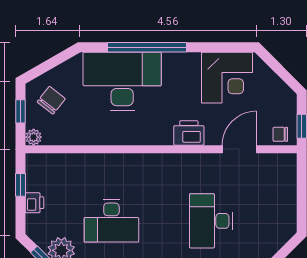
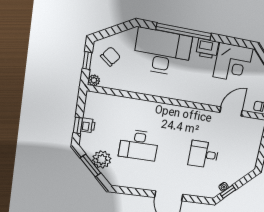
printer: (189, 133) -> (207, 49), moved, turned 180
window: (21, 185) -> (78, 125), moved
desk: (211, 221) -> (204, 154), width x0.73

